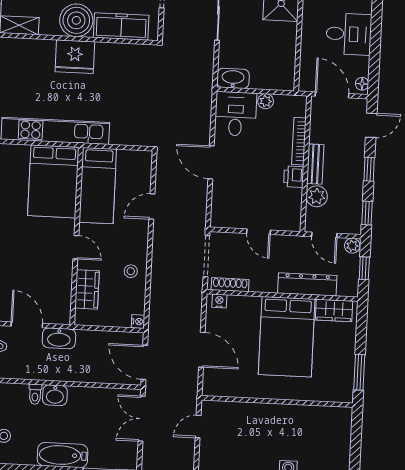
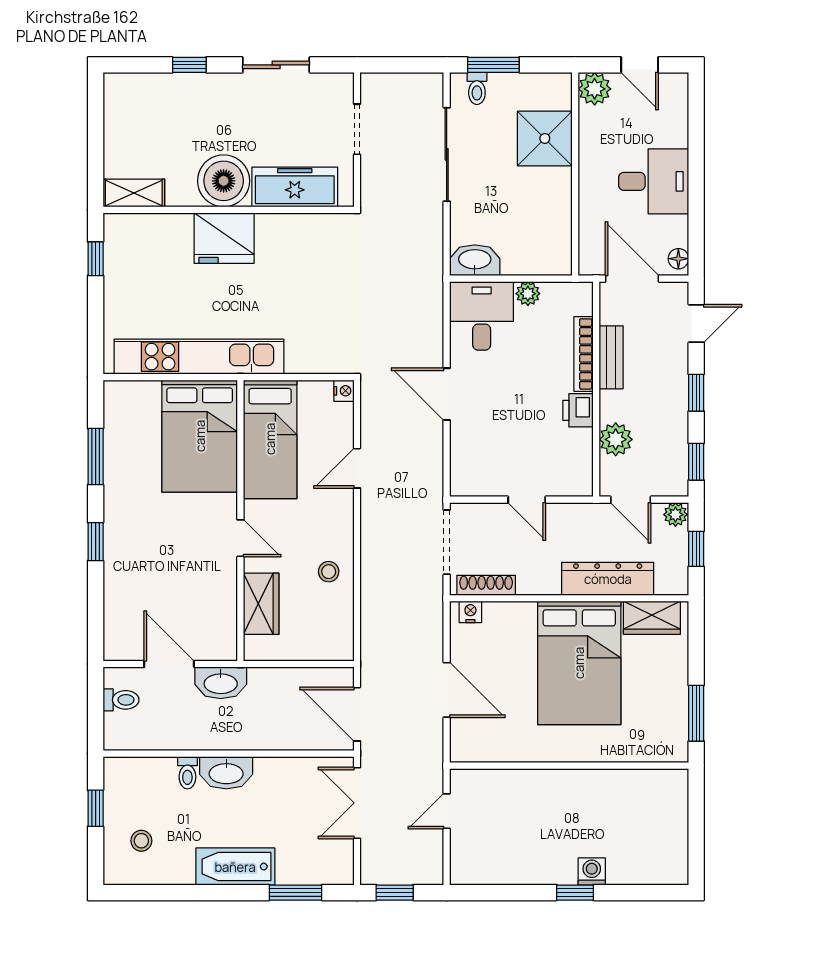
bench: (315, 164) -> (611, 357), moved
nightstand: (138, 322) -> (344, 391), moved
washbasin: (55, 395) -> (226, 773), width x1.38

